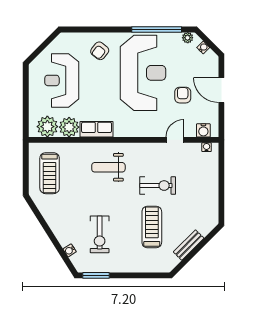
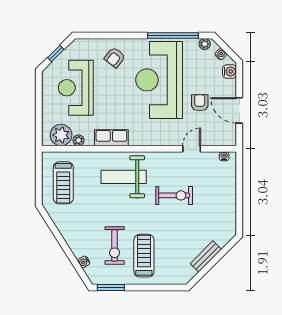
window: (42, 47) -> (56, 54), added
reception desk: (143, 73) -> (159, 80), turned 180
door: (221, 90) -> (239, 110), moved
plant: (69, 127) -> (78, 140), width x0.53, depth x0.53
water cooler: (203, 130) -> (230, 72), moved, turned -90
weight bench: (108, 167) -> (124, 177), width x1.36, depth x1.33
treadmill: (152, 227) -> (144, 256), moved

